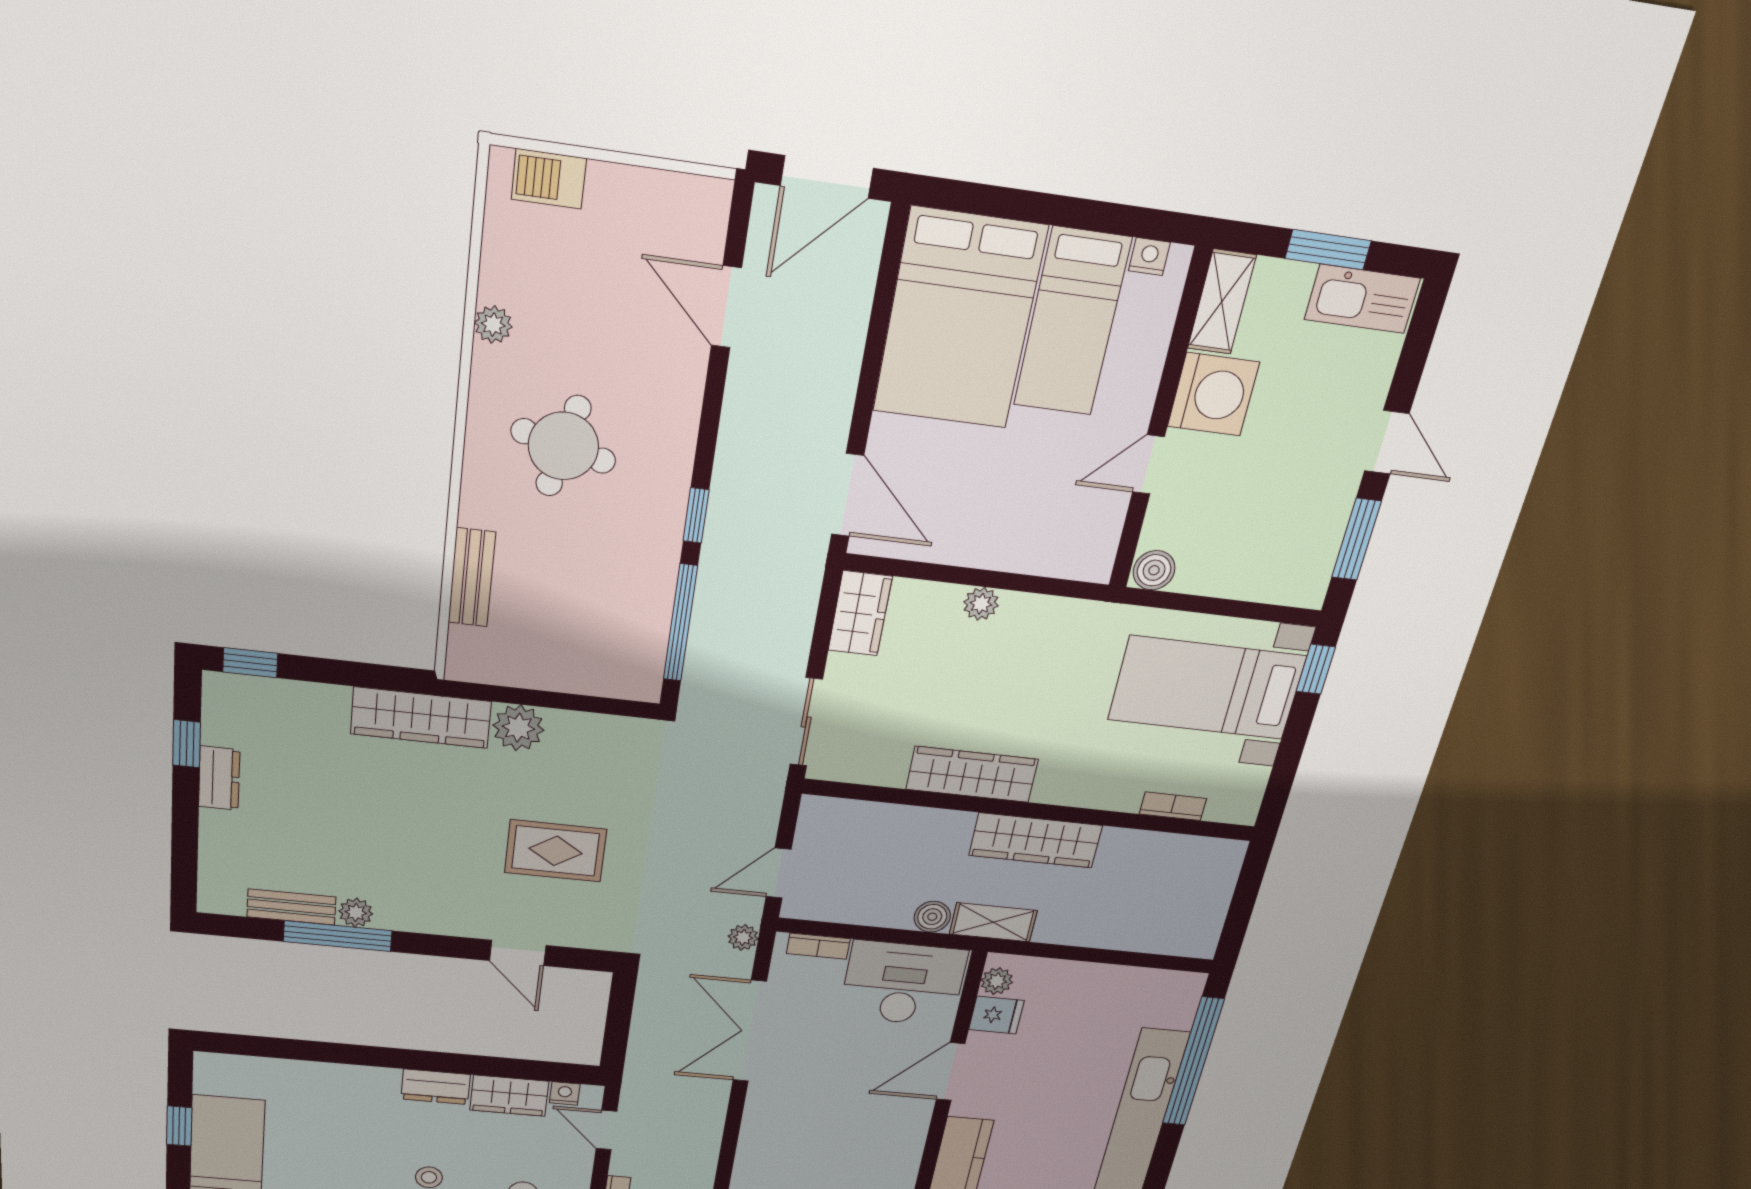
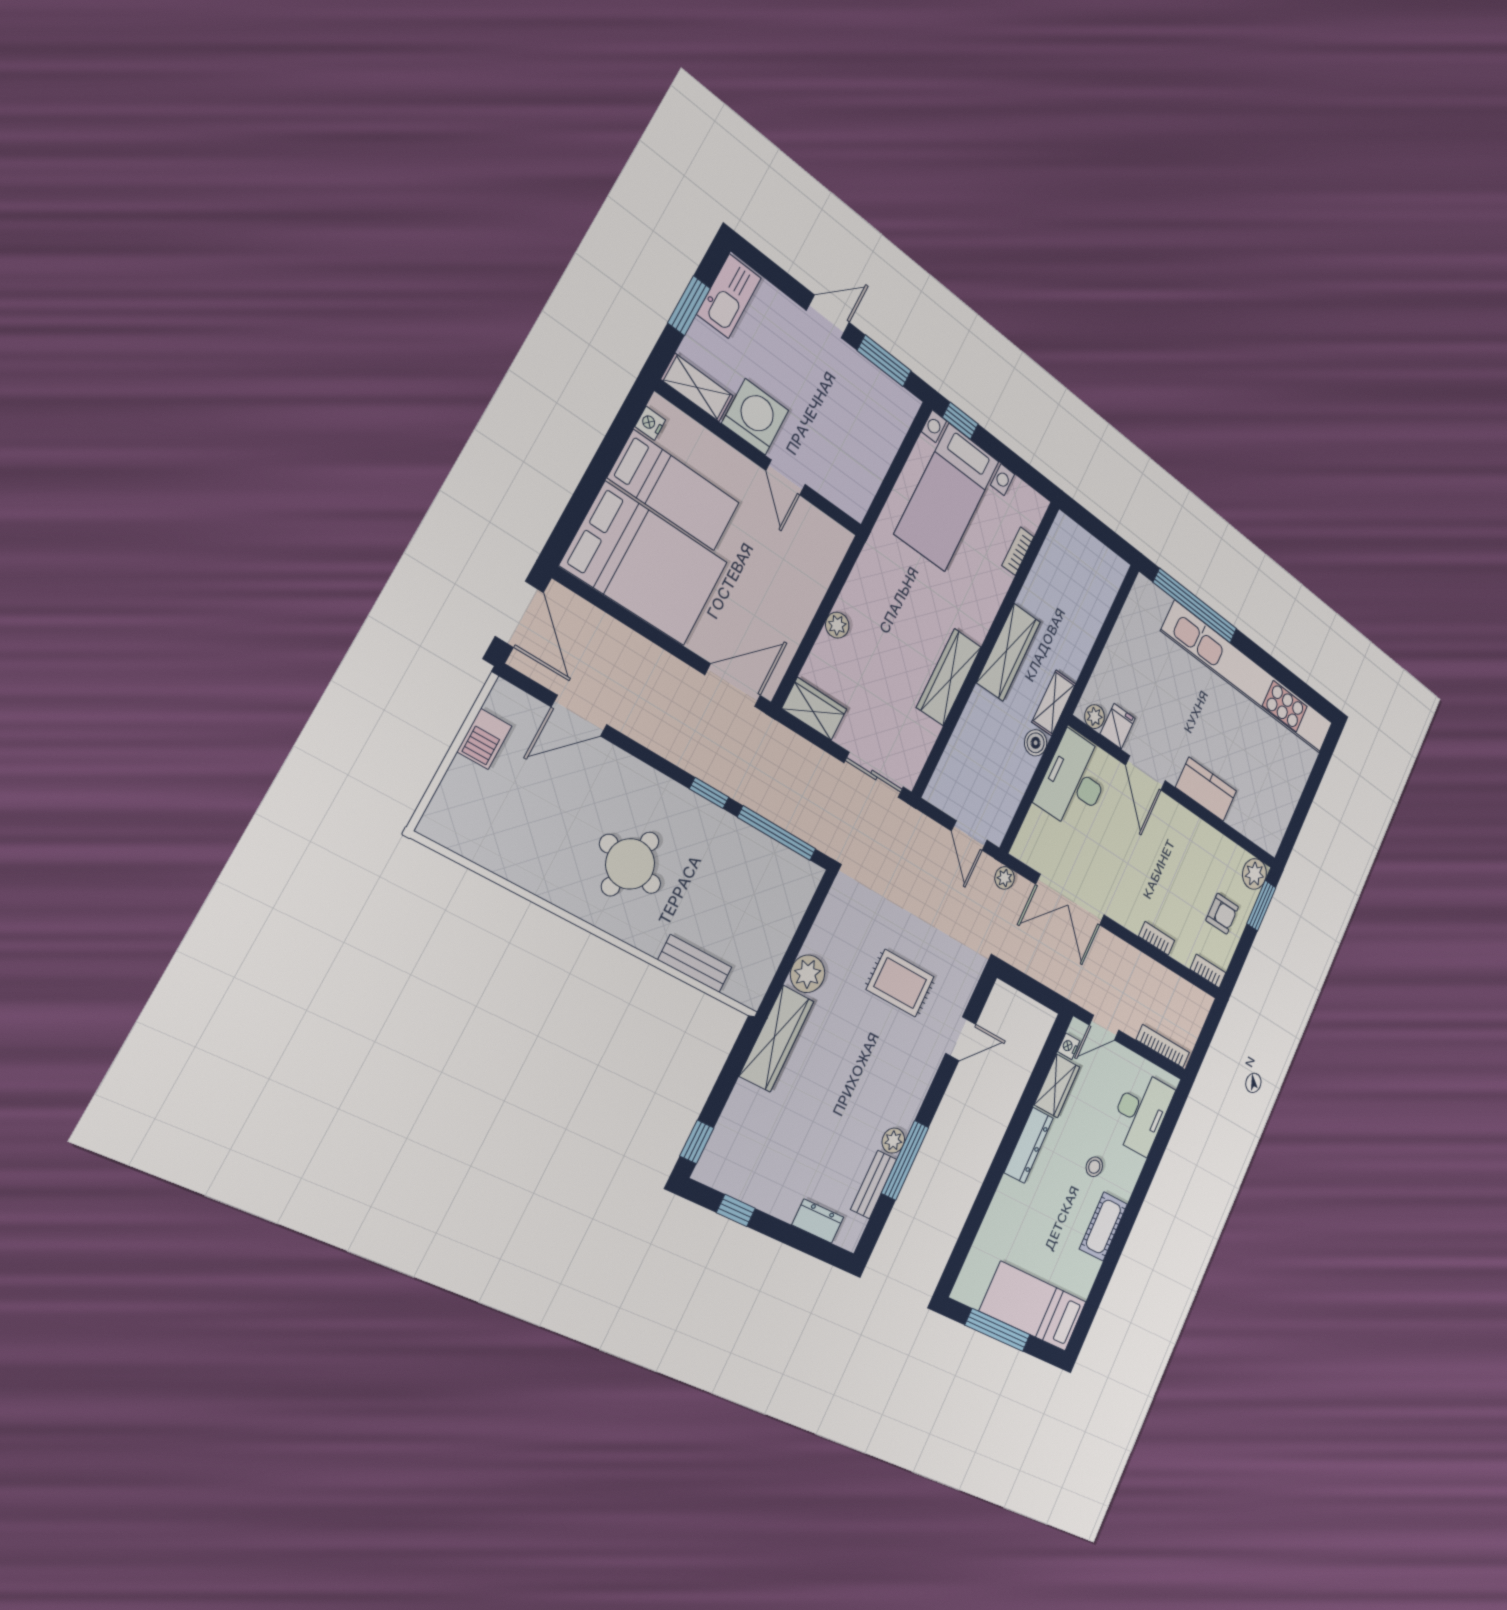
barbecue: (549, 179) -> (484, 739), moved
plant: (493, 325) -> (532, 878), removed
boiler: (1154, 570) -> (857, 501), removed
dresser: (219, 778) -> (818, 1221), moved
rug: (556, 851) -> (900, 983), turned 90
bookcase: (818, 946) -> (1157, 938), moved, turned -90
dresser: (436, 1087) -> (1029, 1145), width x1.44
window: (179, 1126) -> (998, 1330), width x2.17

